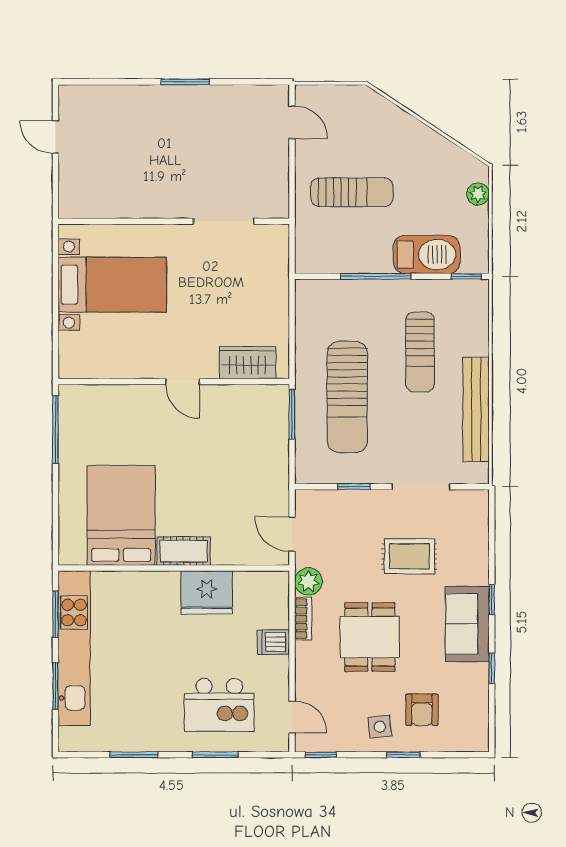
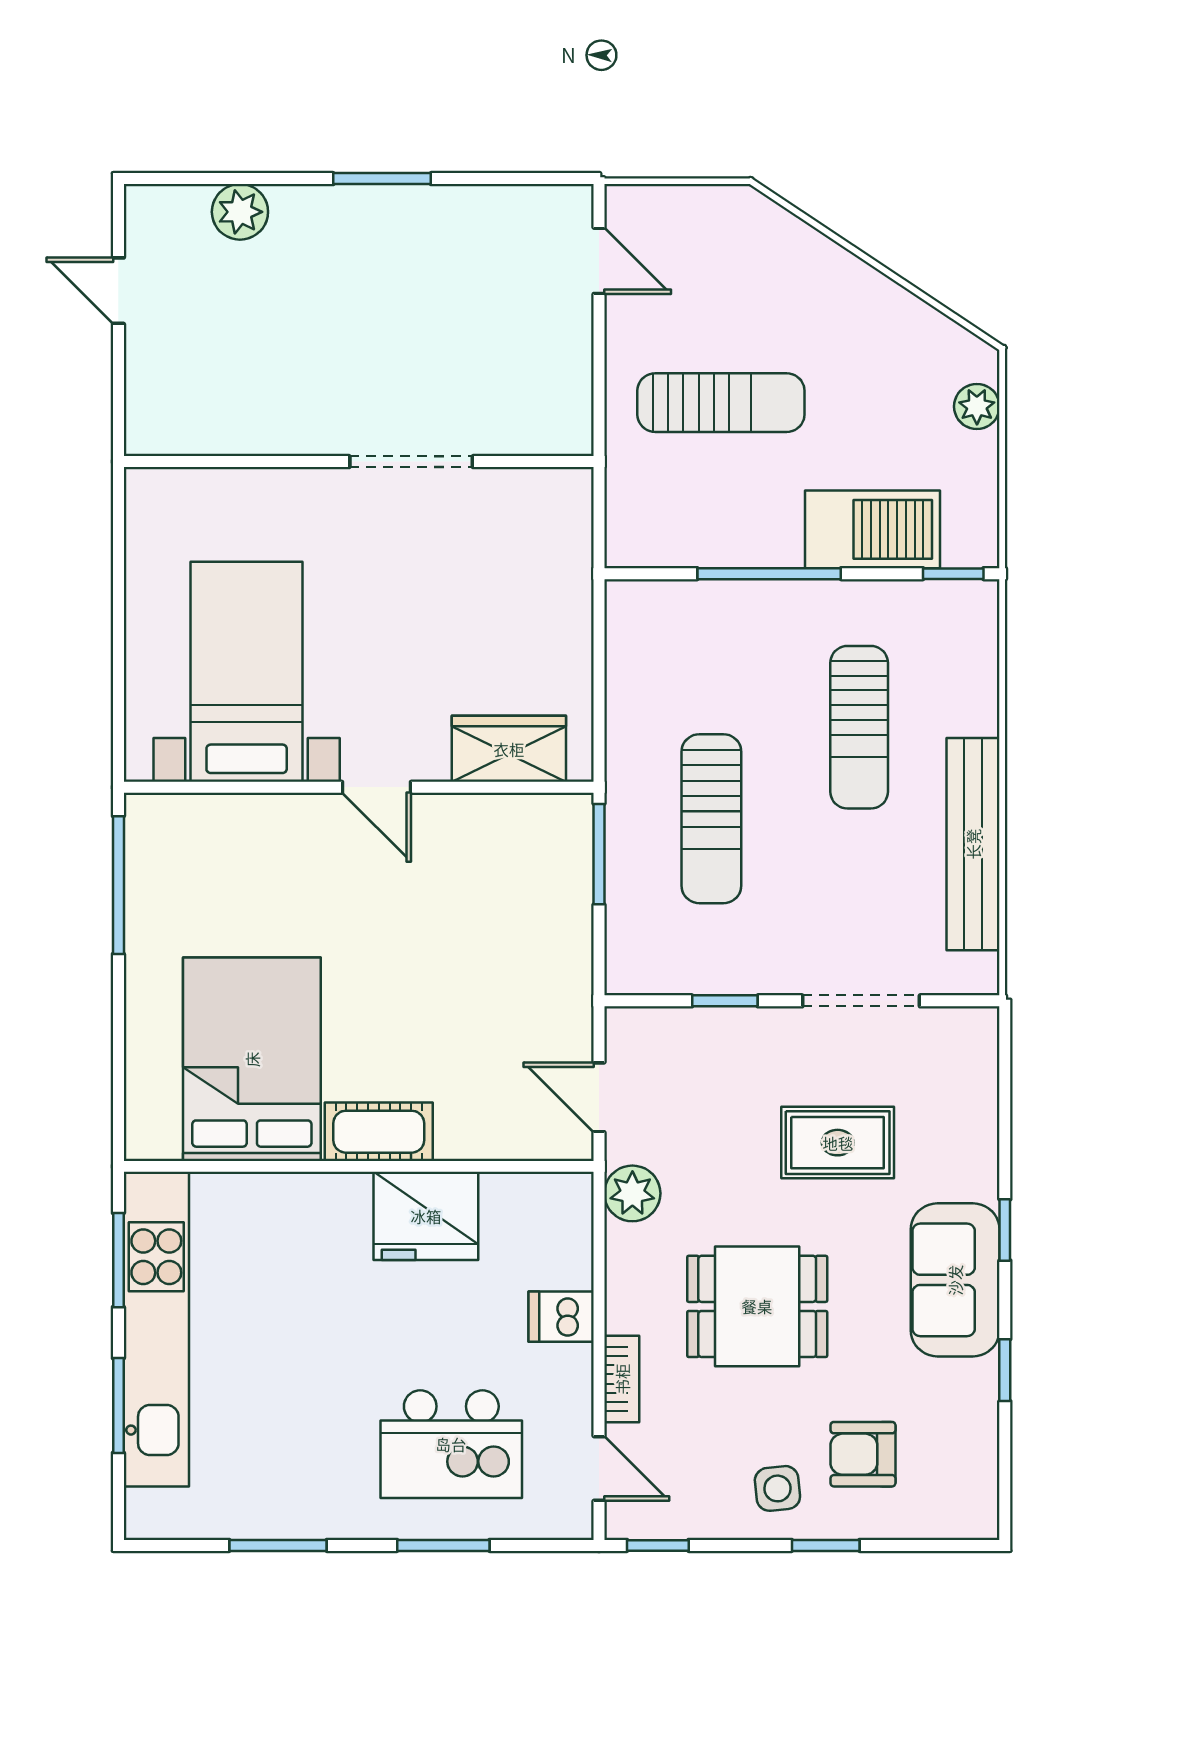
plant: (115, 98) -> (240, 212), added
doorway: (224, 221) -> (411, 462), moved
bed with nightstands: (112, 285) -> (247, 672), moved, turned -90
sun lounger: (347, 397) -> (711, 819), width x0.73, depth x0.75
bookcase: (303, 619) -> (622, 1379), moved
dining table: (370, 637) -> (757, 1306), turned 90
armchair: (422, 710) -> (863, 1454), turned 90

